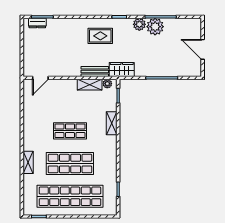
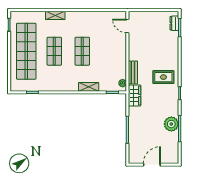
plant: (139, 24) -> (173, 111), removed
rug: (100, 36) -> (163, 77), turned 90
shelving: (90, 85) -> (122, 68), removed
shop shelf: (70, 164) -> (54, 51), width x0.70, depth x0.74

